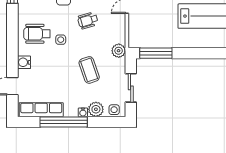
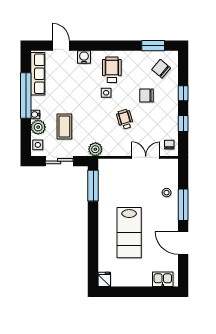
coffee table: (89, 70) -> (64, 127), moved, turned -71

